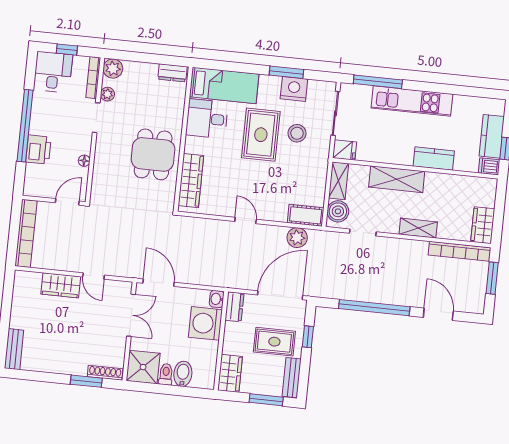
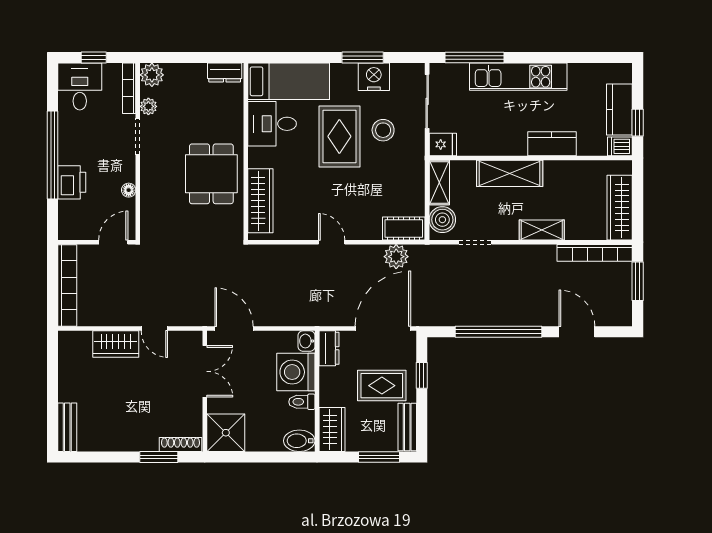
wardrobe: (483, 225) -> (620, 208), width x1.50
toilet: (166, 374) -> (302, 402), moved, turned -90
bidet: (183, 374) -> (299, 441), moved, turned -90

